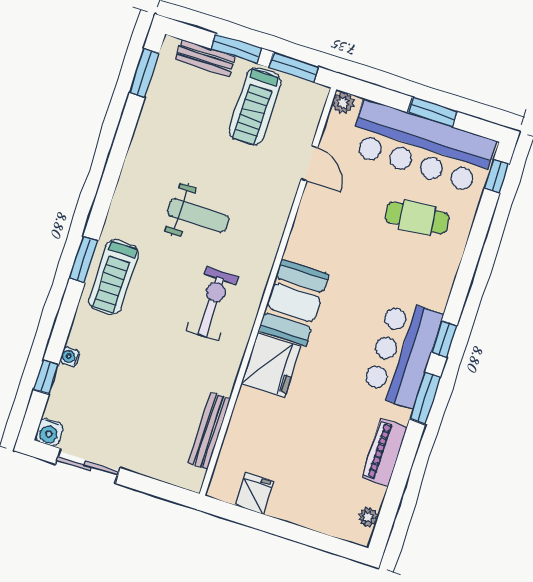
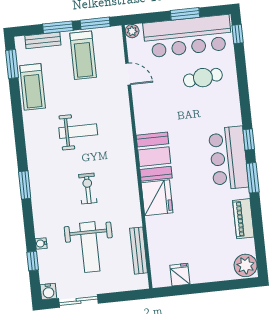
treadmill: (114, 277) -> (33, 87), moved
exercise bike: (212, 304) -> (88, 189), moved, width x0.73, depth x0.72
weight bench: (139, 394) -> (90, 247), added
plant: (368, 517) -> (246, 265), width x1.88, depth x1.88

